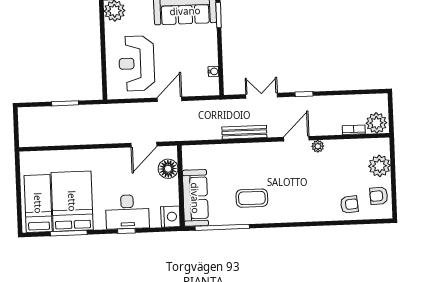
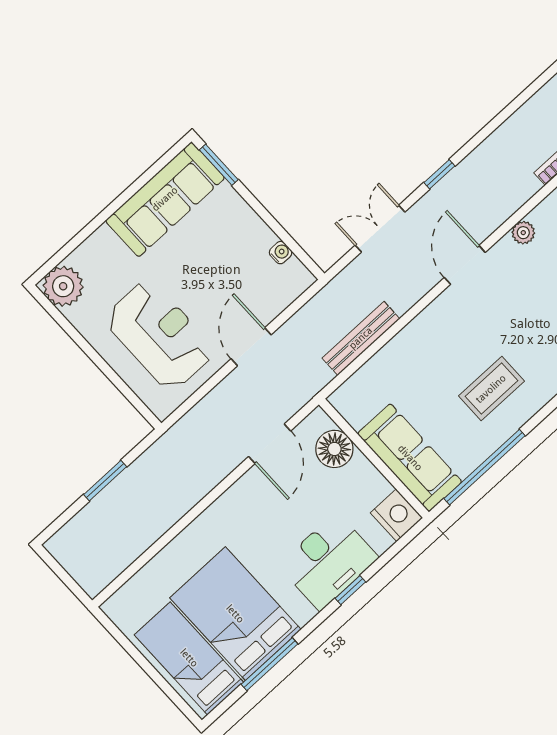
reception desk: (137, 63) -> (159, 335), turned 180
bench: (244, 132) -> (361, 338), moved
door: (296, 139) -> (465, 265), moved

